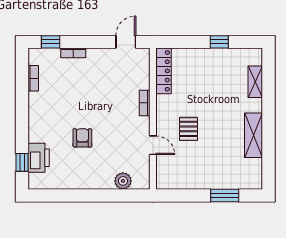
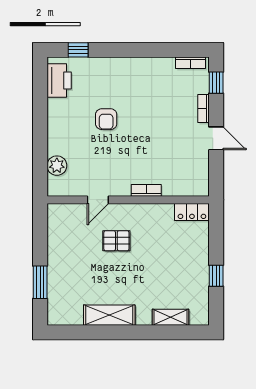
door: (126, 42) -> (216, 138), moved
locker: (164, 71) -> (192, 212), width x0.66
bookcase: (33, 78) -> (191, 63), moved
armchair: (82, 138) -> (106, 119), turned 90
printer: (39, 158) -> (59, 80), moved, turned -90

